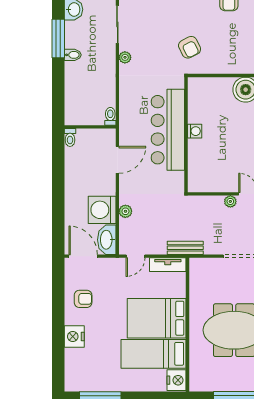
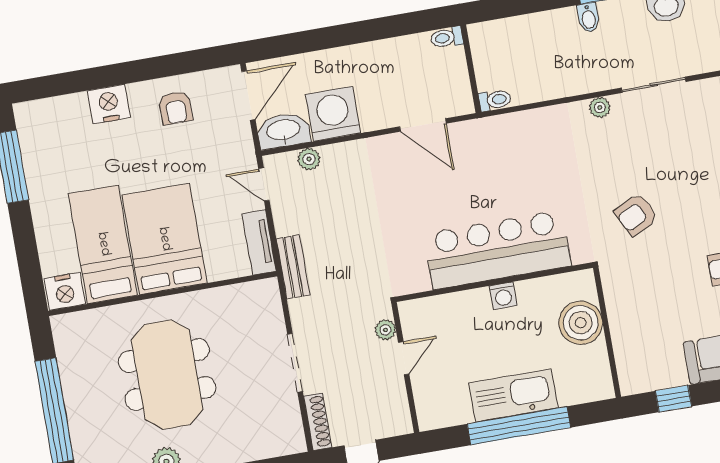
bar counter: (168, 130) -> (497, 250), moved
washing machine: (195, 131) -> (503, 296), moved
wall: (186, 135) -> (494, 282), moved
plant: (125, 211) -> (309, 159), moved

